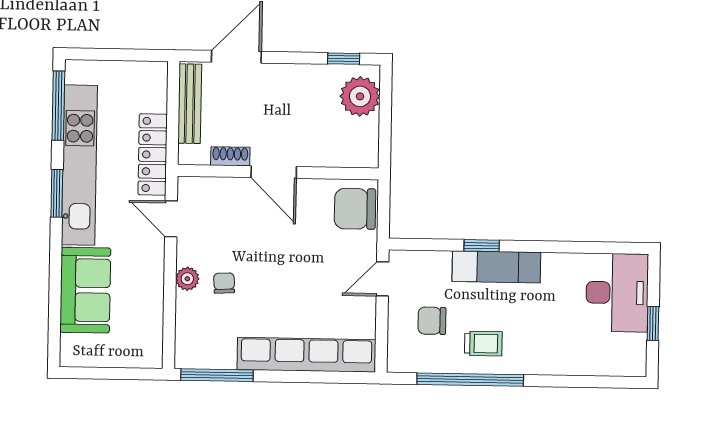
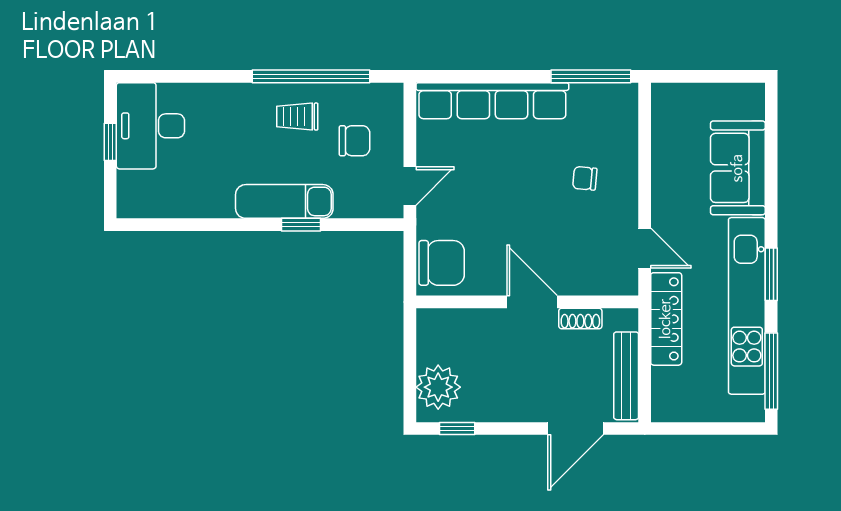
plant: (187, 279) -> (625, 182), removed
chair: (224, 283) -> (585, 178), turned 98
desk: (617, 293) -> (150, 126), moved

